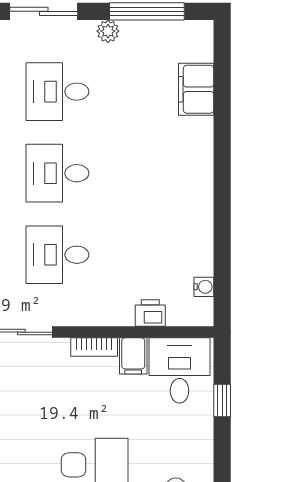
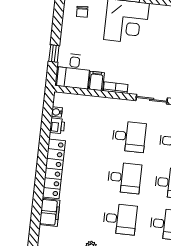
locker: (197, 175) -> (54, 169), added
printer: (150, 313) -> (57, 126), moved, turned -90

